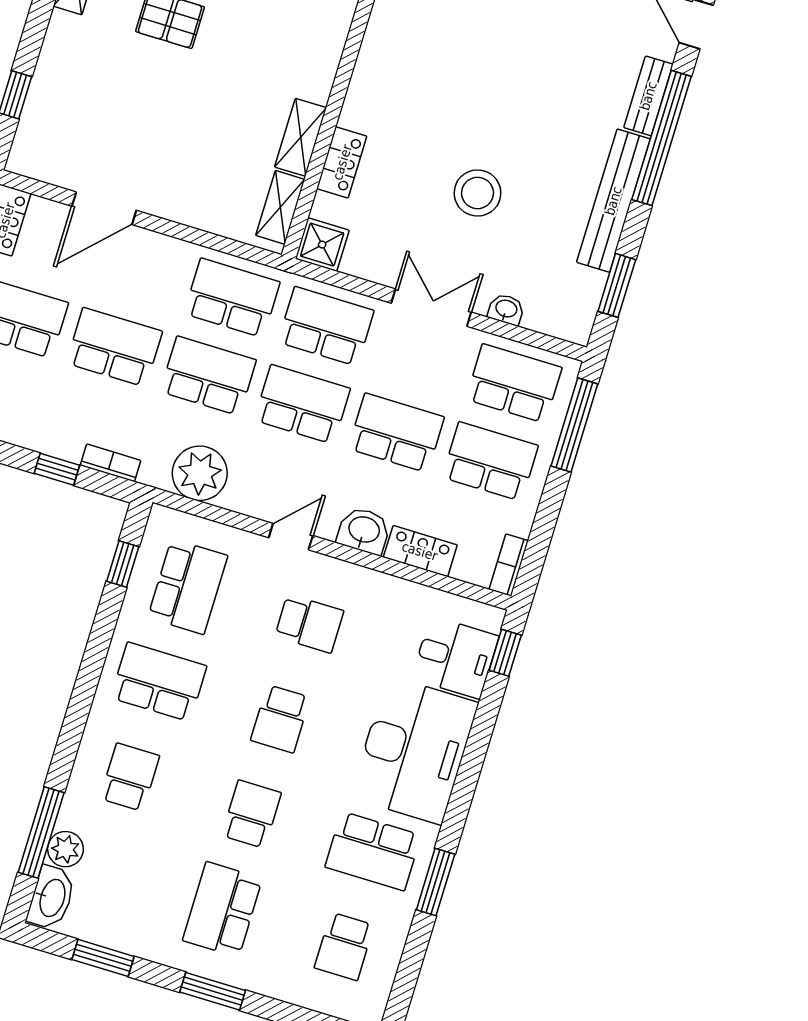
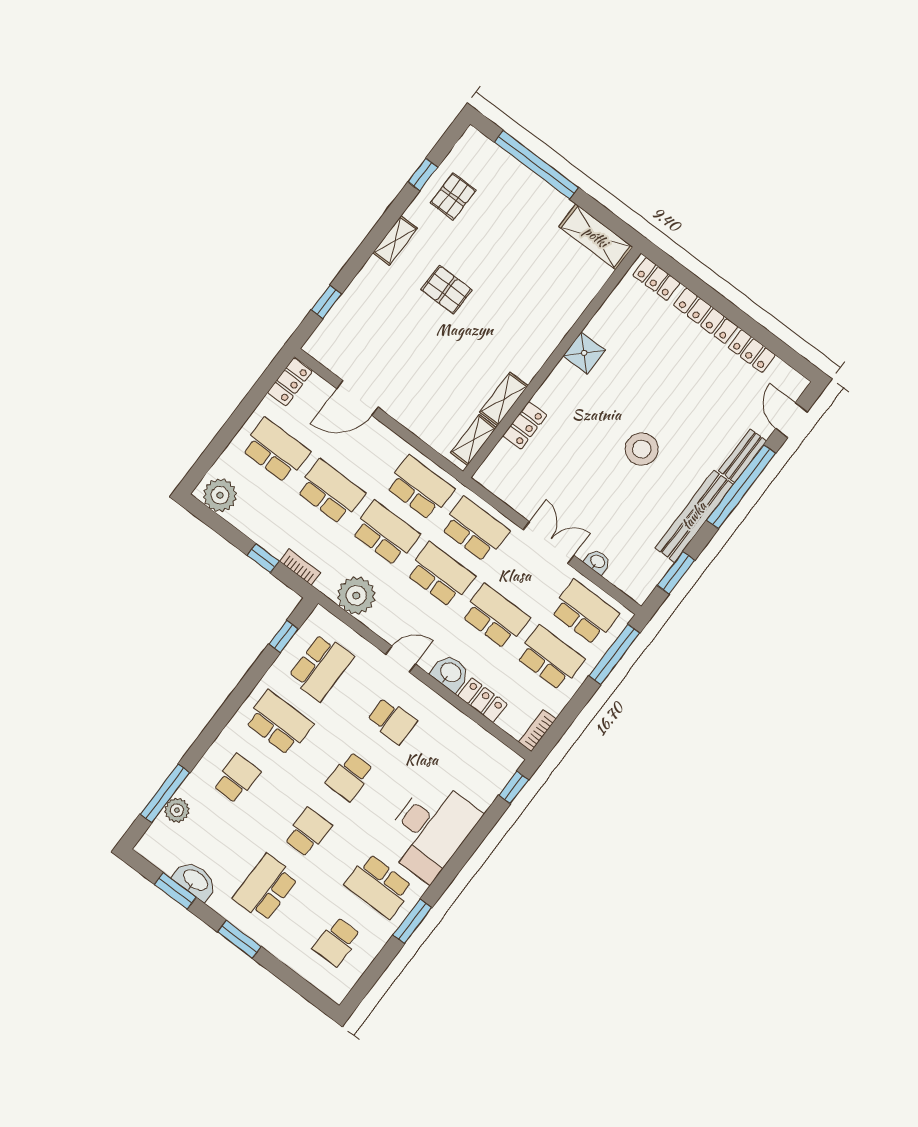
stool: (478, 193) -> (642, 449), moved
shower: (322, 245) -> (584, 353), moved
desk: (455, 657) -> (480, 778), removed
washbasin: (51, 898) -> (195, 881), moved, turned -90

